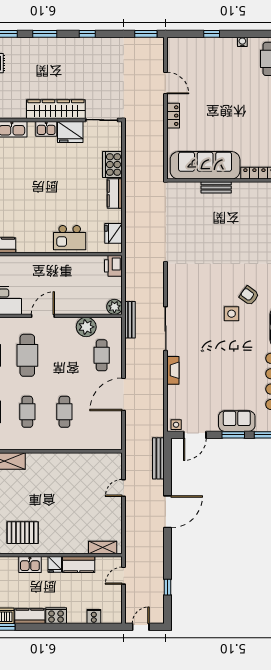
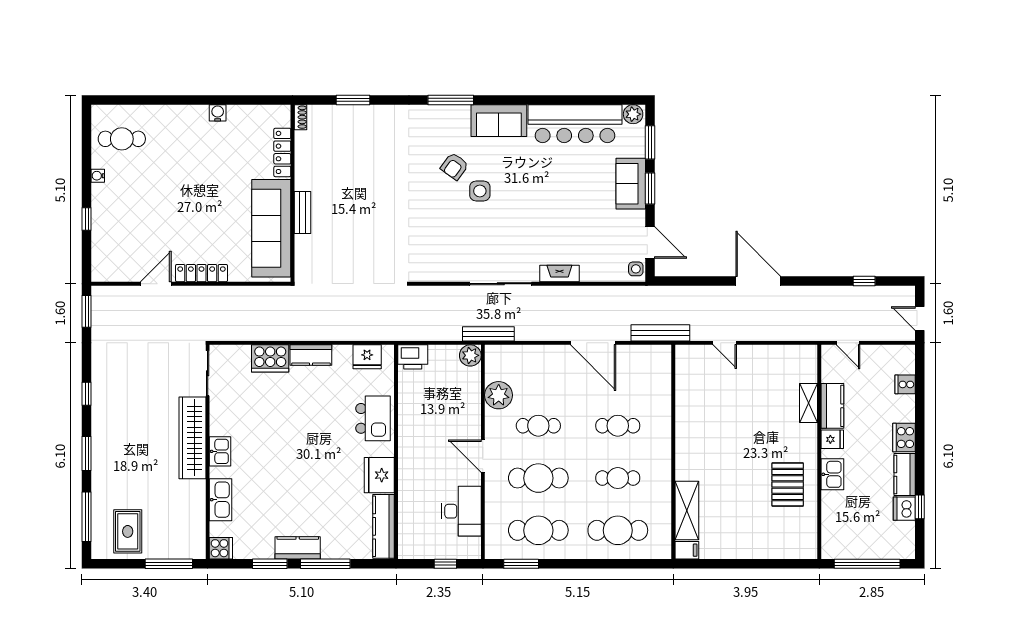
locker: (173, 116) -> (202, 273), width x1.53
fridge: (70, 132) -> (379, 475), moved, turned 180
cafe table: (102, 355) -> (538, 426), moved
bench: (158, 458) -> (660, 333), moved
shelving: (103, 548) -> (808, 403), moved

